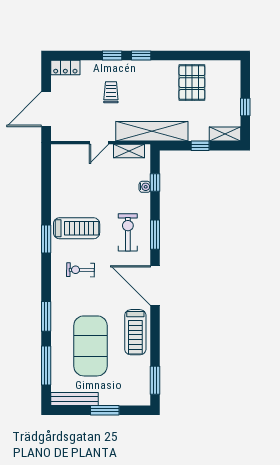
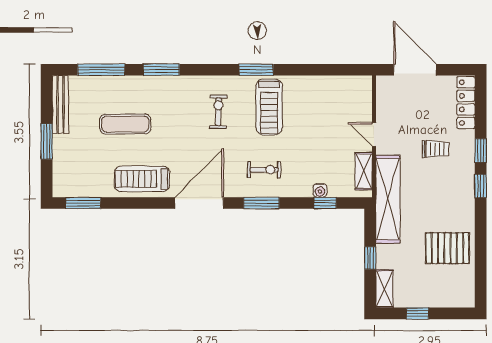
locker: (65, 67) -> (466, 103), width x1.53
exercise bike: (128, 232) -> (264, 170), width x0.73, depth x0.72
exercise mat: (90, 346) -> (125, 124), width x0.50, depth x0.69

